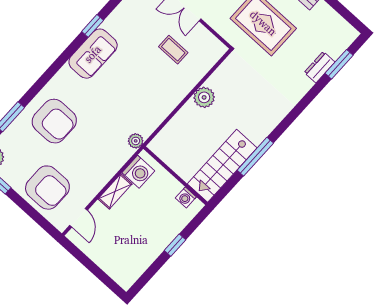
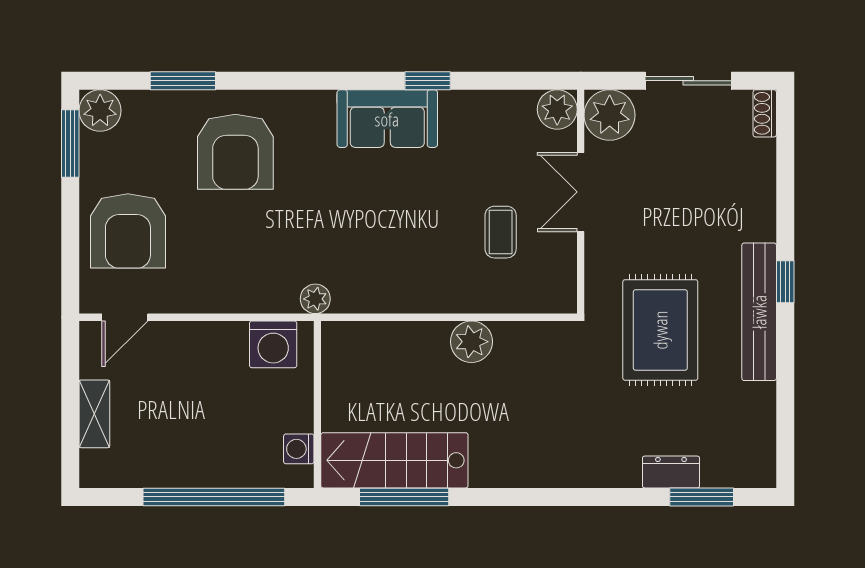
window: (255, 157) -> (404, 497), moved
shelving: (115, 191) -> (94, 414), moved, turned 90
window: (175, 245) -> (214, 497), width x3.17

